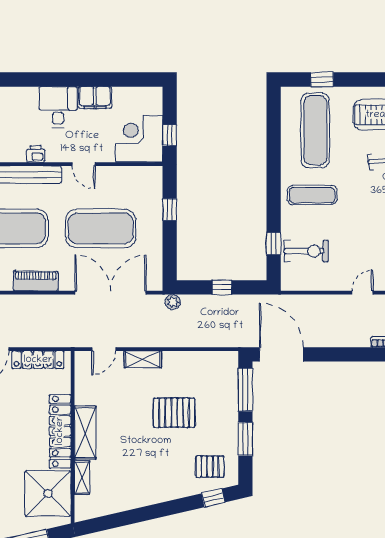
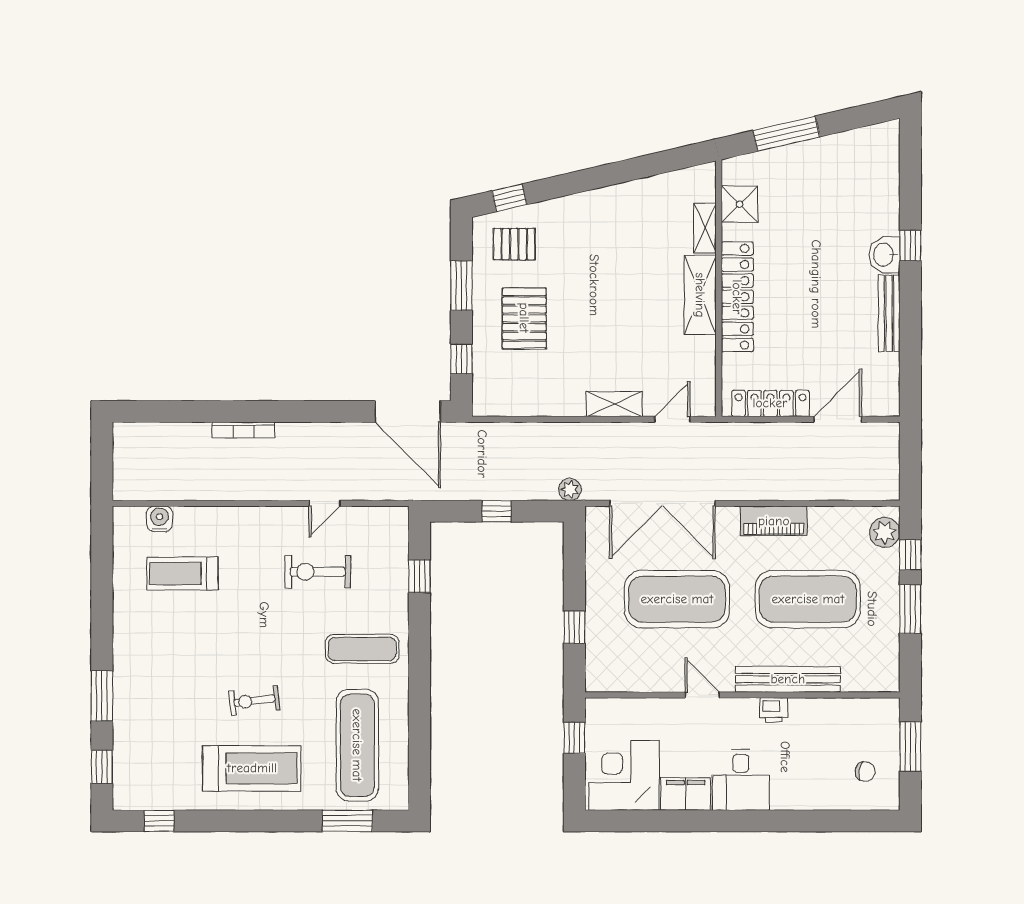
window: (322, 79) -> (347, 821), width x1.50
corner desk: (139, 139) -> (624, 775), moved, turned 180
exercise bike: (306, 251) -> (318, 572), moved
door: (363, 293) -> (325, 503), moved
window: (245, 390) -> (461, 359), width x0.46
pallet: (174, 413) -> (524, 318), moved, turned 90
shower: (48, 493) -> (740, 204), width x0.54, depth x0.54

